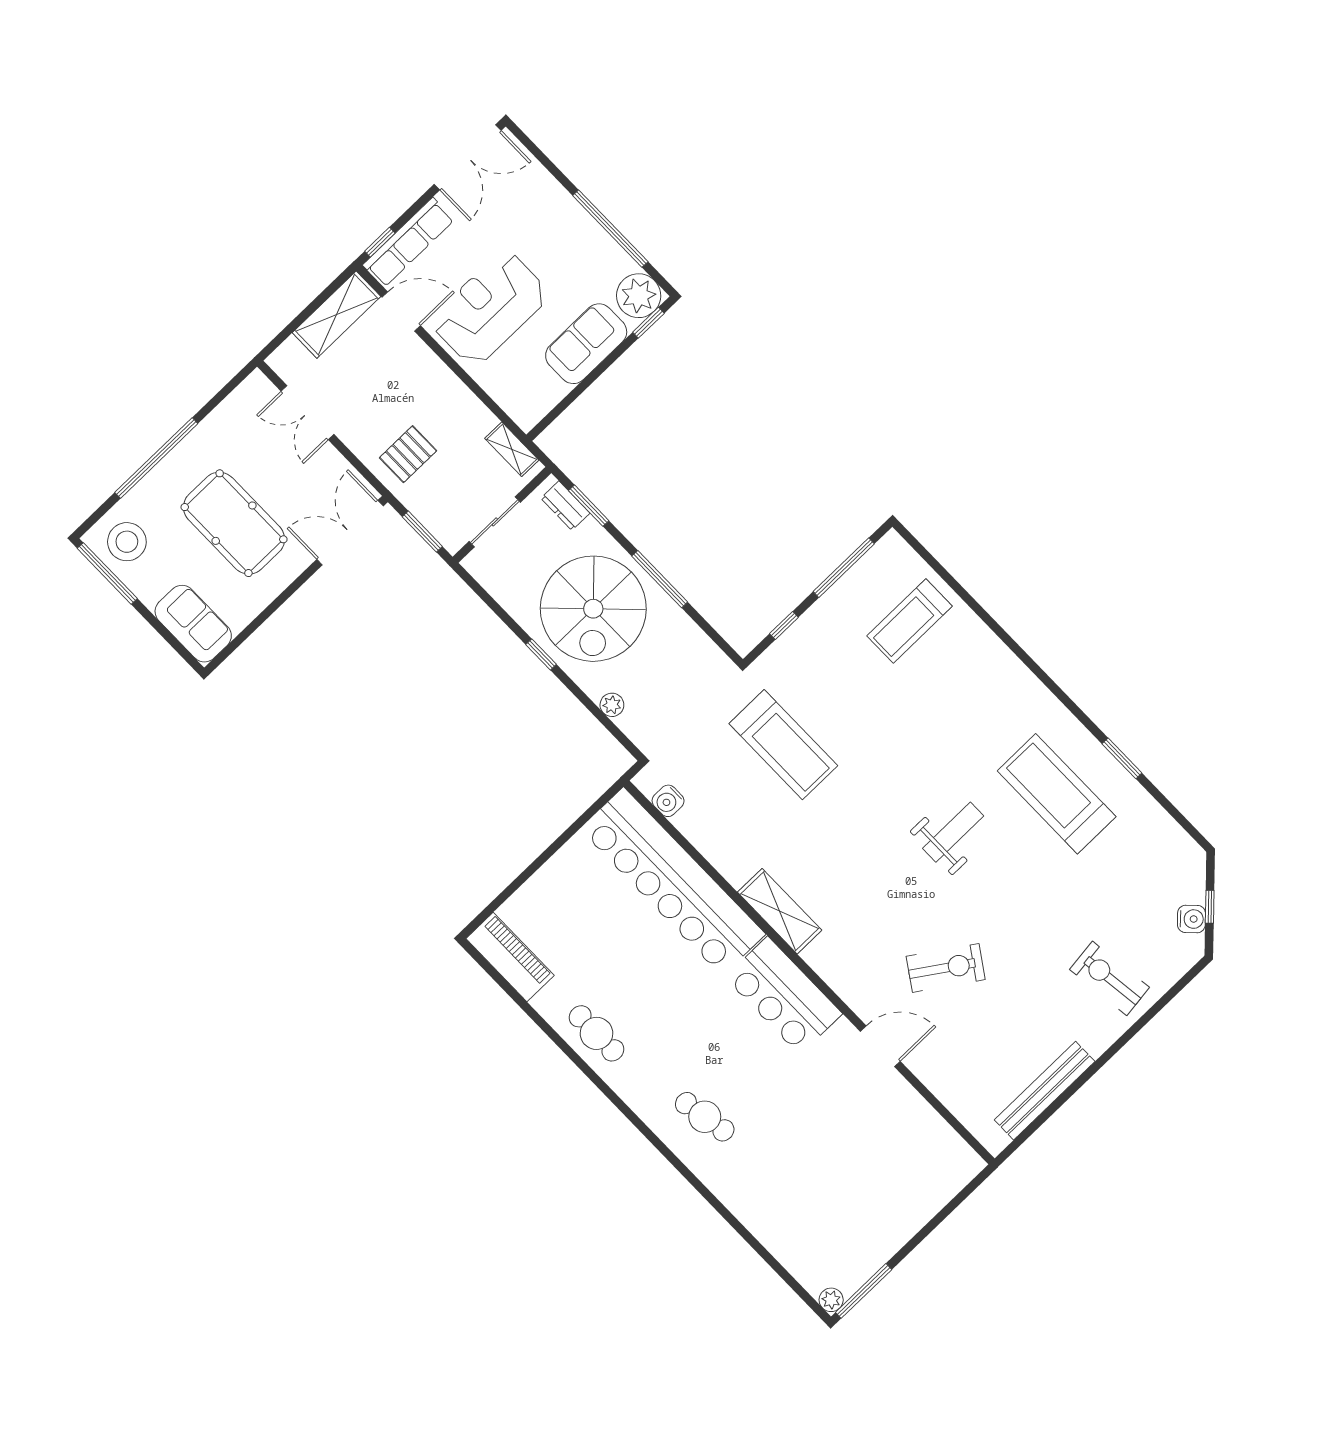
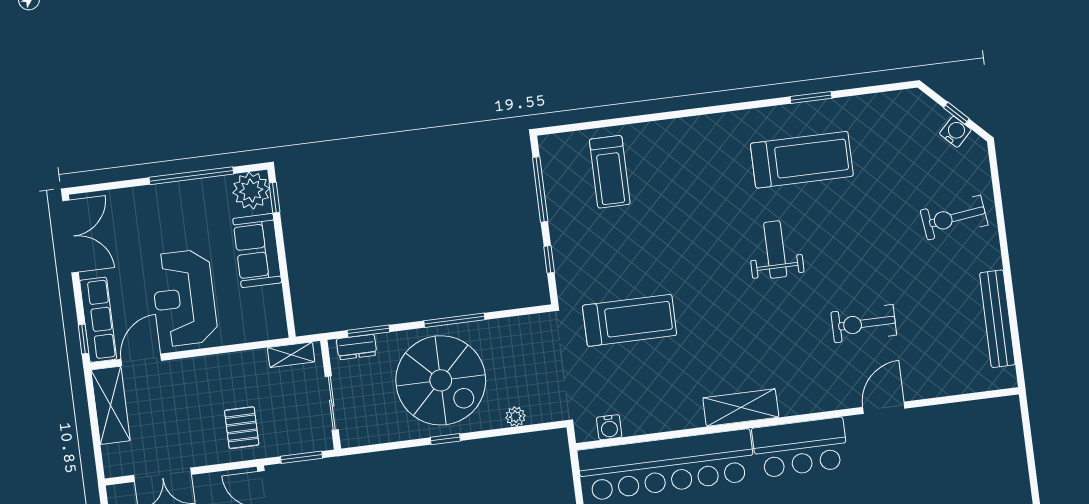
treadmill: (1057, 794) -> (802, 160), turned 180
exercise bike: (946, 968) -> (864, 324), turned -124

